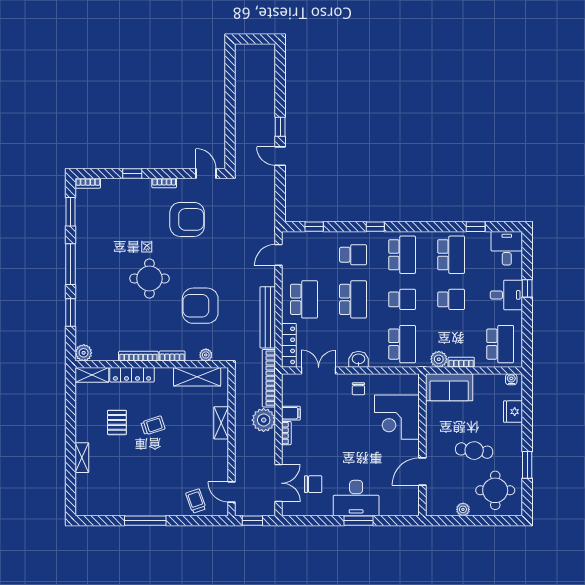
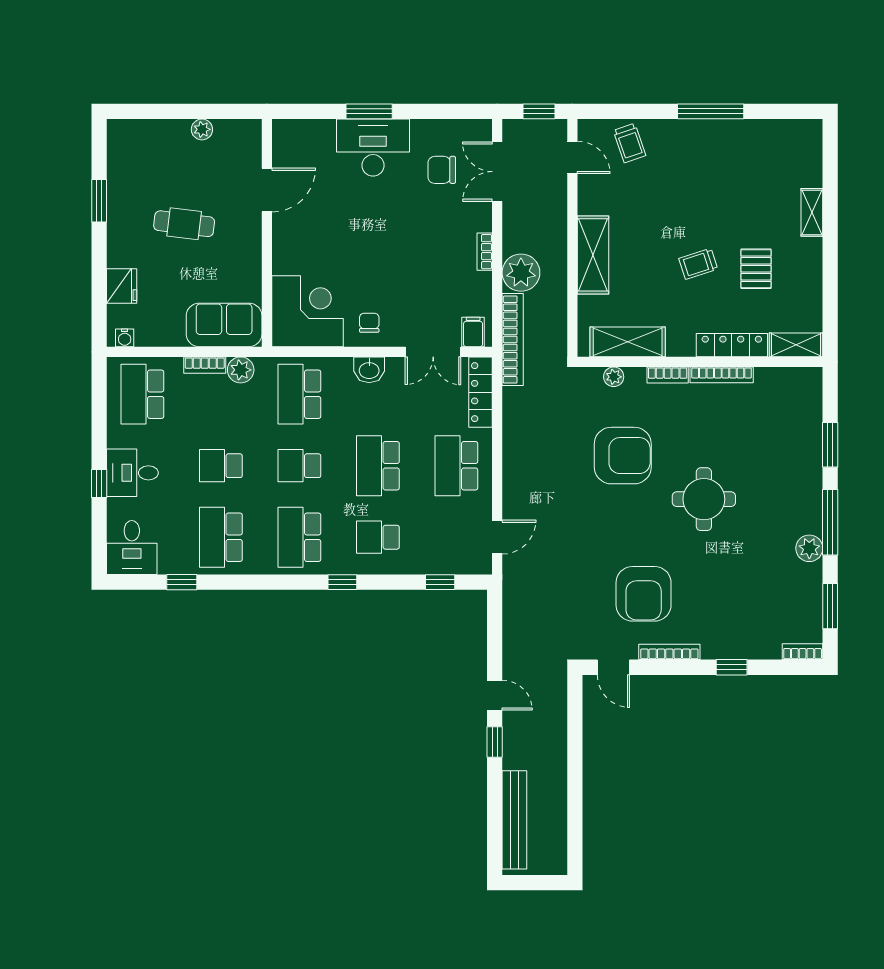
bookcase: (164, 183) -> (669, 652), width x1.56
armchair: (187, 219) -> (644, 594), turned -90
bench: (268, 317) -> (514, 820), moved
plant: (84, 353) -> (809, 548), moved
filing cabinet: (291, 413) -> (473, 332), moved, turned 90
corner desk: (397, 417) -> (308, 311), moved
shelving: (221, 423) -> (593, 255), width x1.50, depth x1.33
round table: (495, 490) -> (150, 160), removed

